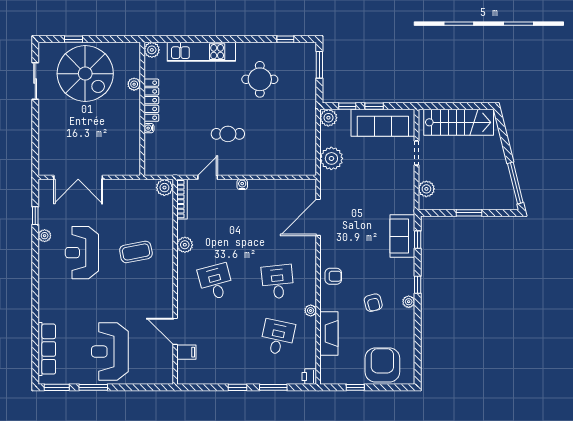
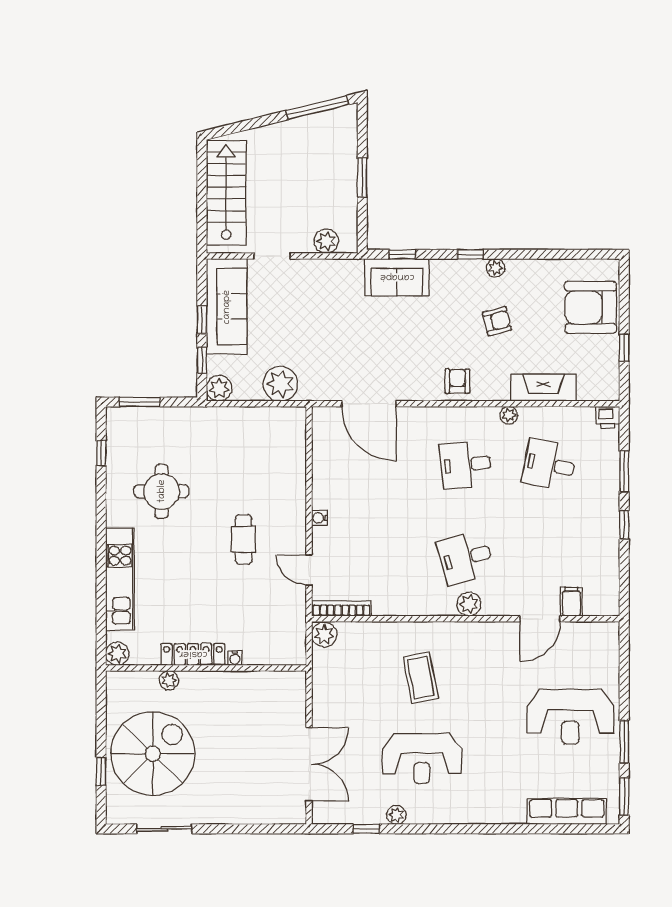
plant: (185, 245) -> (469, 604), moved

